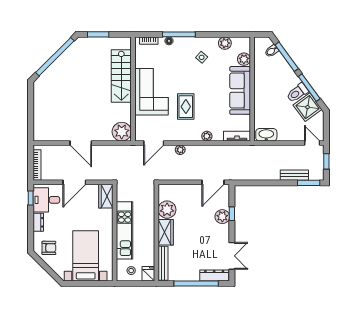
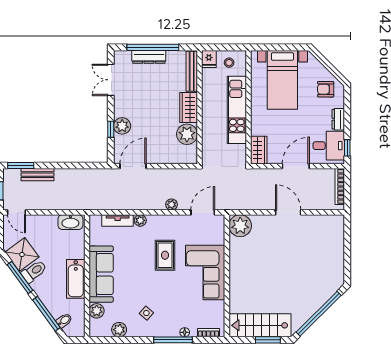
stairs: (121, 76) -> (260, 325), moved, turned -90
bathtub: (262, 86) -> (76, 279), added
tv unit: (237, 136) -> (118, 220), moved
dresser: (214, 275) -> (149, 57), moved

